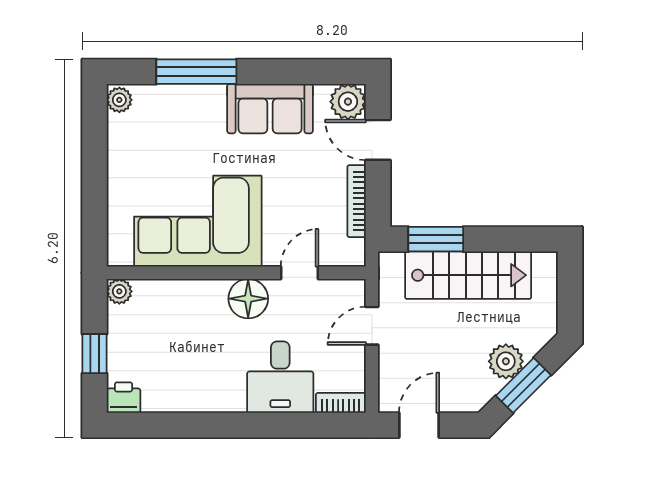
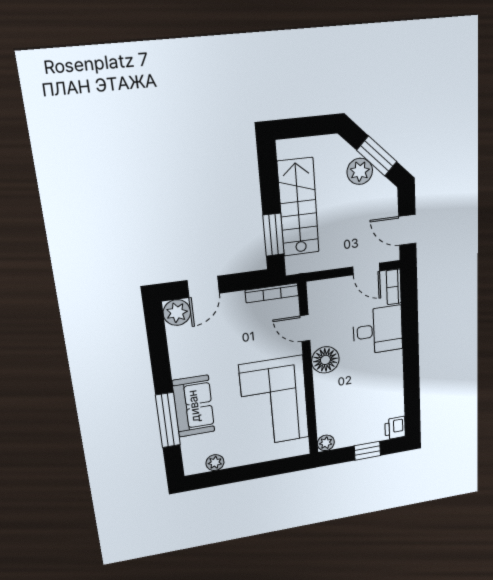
plant: (119, 100) -> (215, 463), moved
sofa: (270, 109) -> (194, 406), moved
bookcase: (357, 201) -> (272, 293), moved
door: (372, 326) -> (366, 269), moved

